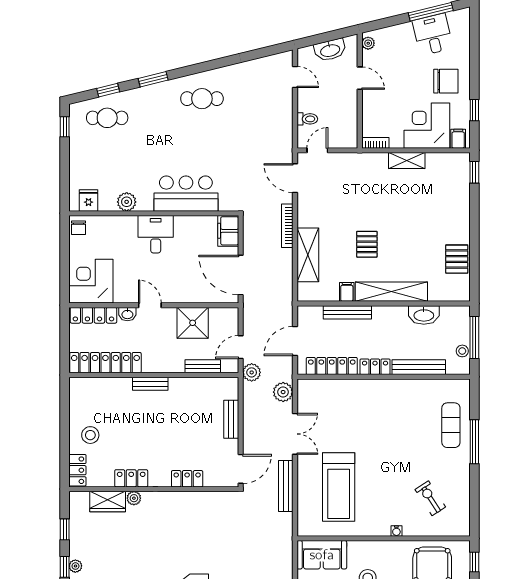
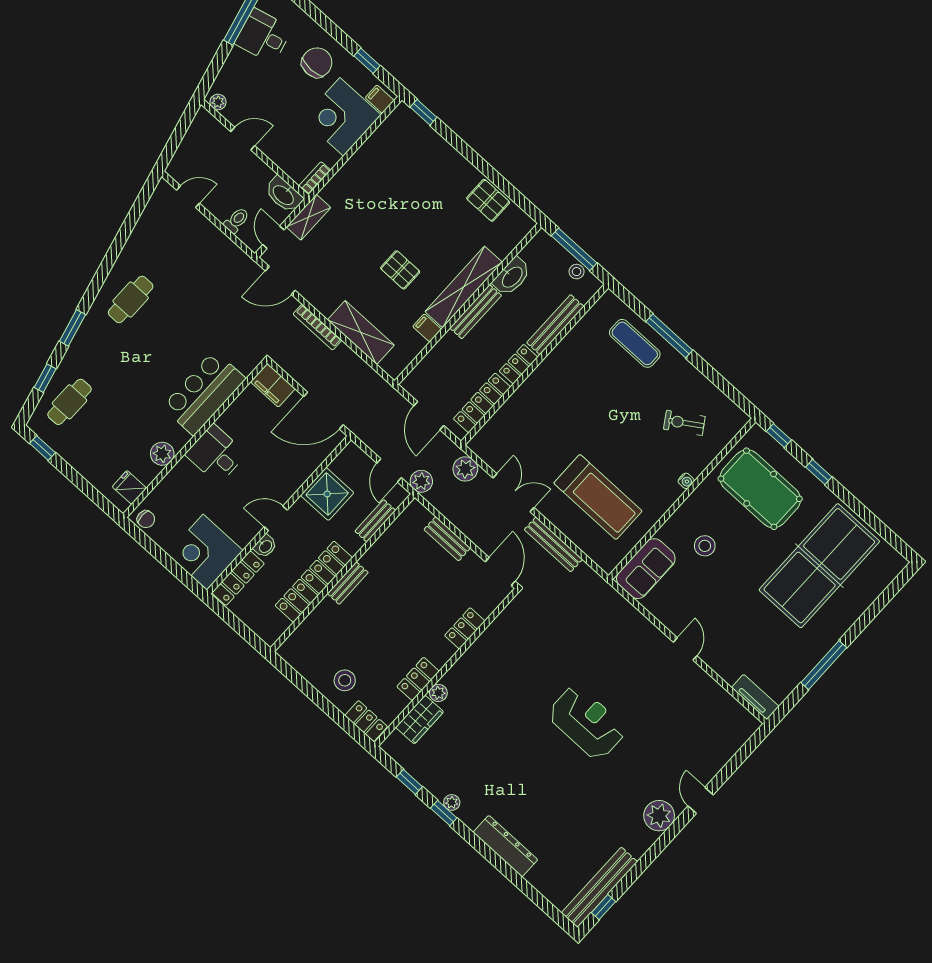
washbasin: (330, 50) -> (284, 195), moved, turned 104
shelving: (407, 161) -> (309, 217), moved
bench: (347, 312) -> (476, 312), moved
locker: (105, 363) -> (314, 582), moved

